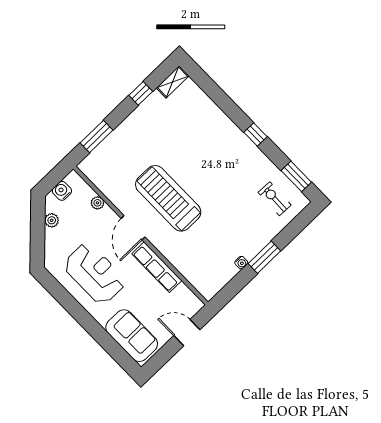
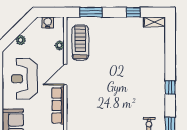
treadmill: (168, 198) -> (80, 43), moved, width x0.73, depth x0.73
plant: (52, 220) -> (21, 40), moved
reception desk: (95, 273) -> (24, 79), turned 180

